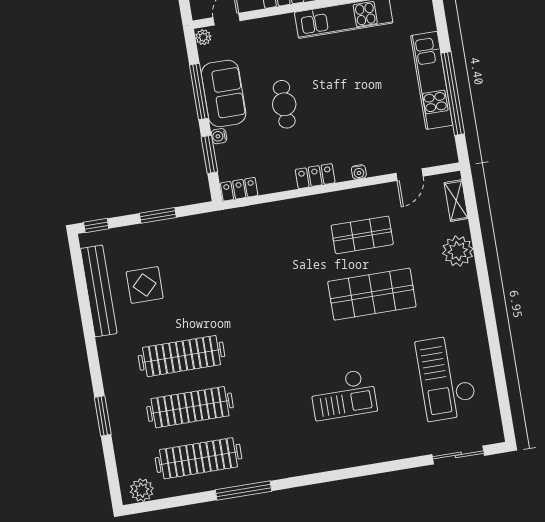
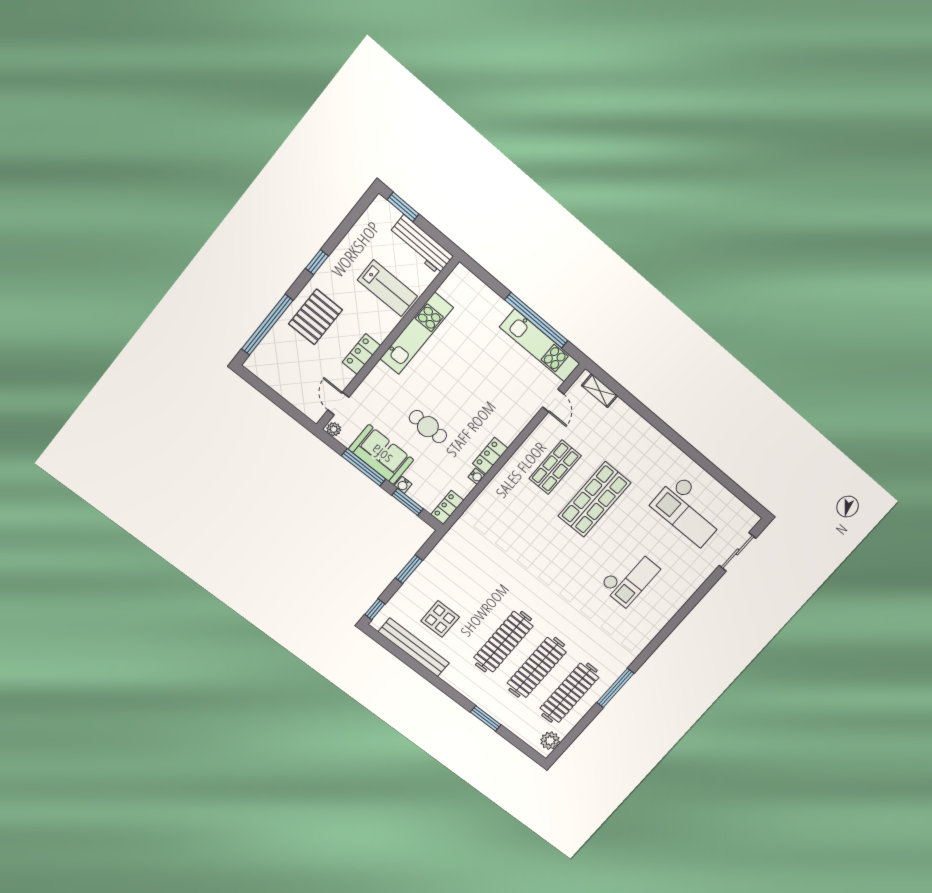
kitchen unit: (432, 80) -> (540, 345), moved
water cooler: (359, 172) -> (476, 476), moved
plant: (458, 251) -> (629, 423), removed

